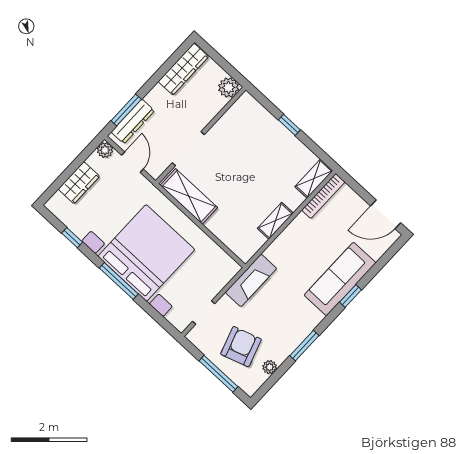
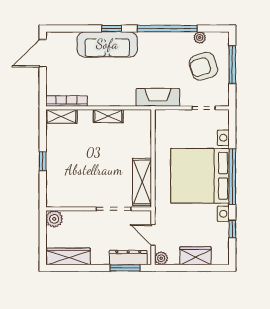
door: (132, 162) -> (153, 235), hinge flipped
door: (386, 214) -> (43, 53), swing flipped
window: (119, 281) -> (232, 177), width x1.46
window: (304, 346) -> (167, 29), width x2.11

